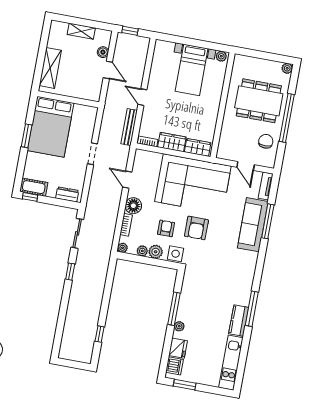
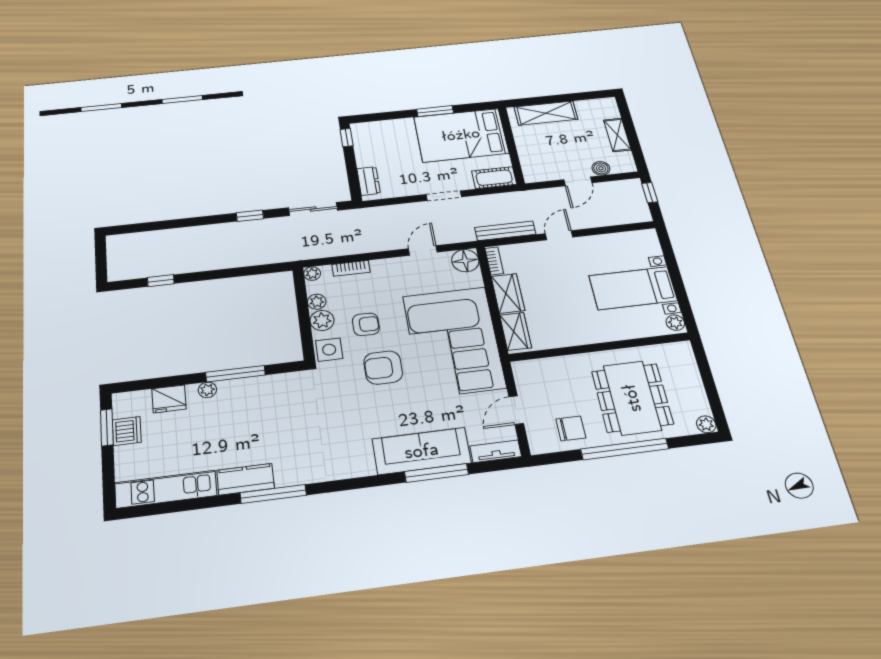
cot: (34, 187) -> (494, 178), moved, turned 90
floor lamp: (133, 206) -> (465, 261), moved
dishwasher: (174, 366) -> (127, 431), moved, turned -90

